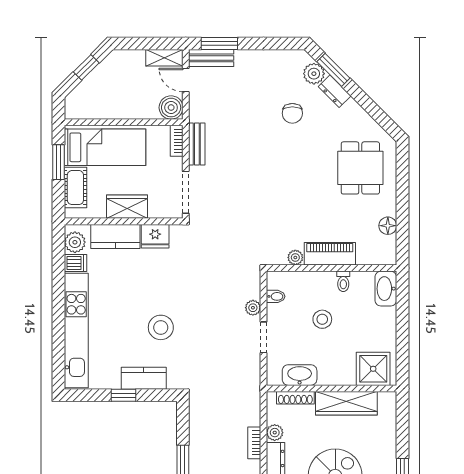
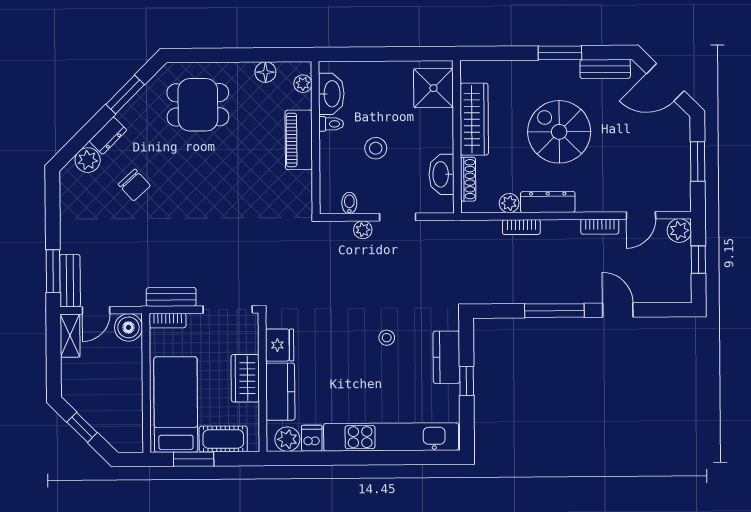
window: (333, 70) -> (125, 95), moved
chair: (292, 113) -> (134, 185), turned 48
plant: (295, 257) -> (303, 84), moved
washbasin: (386, 289) -> (331, 94), moved, turned -90
stool: (161, 327) -> (387, 338), width x0.53, depth x0.53

